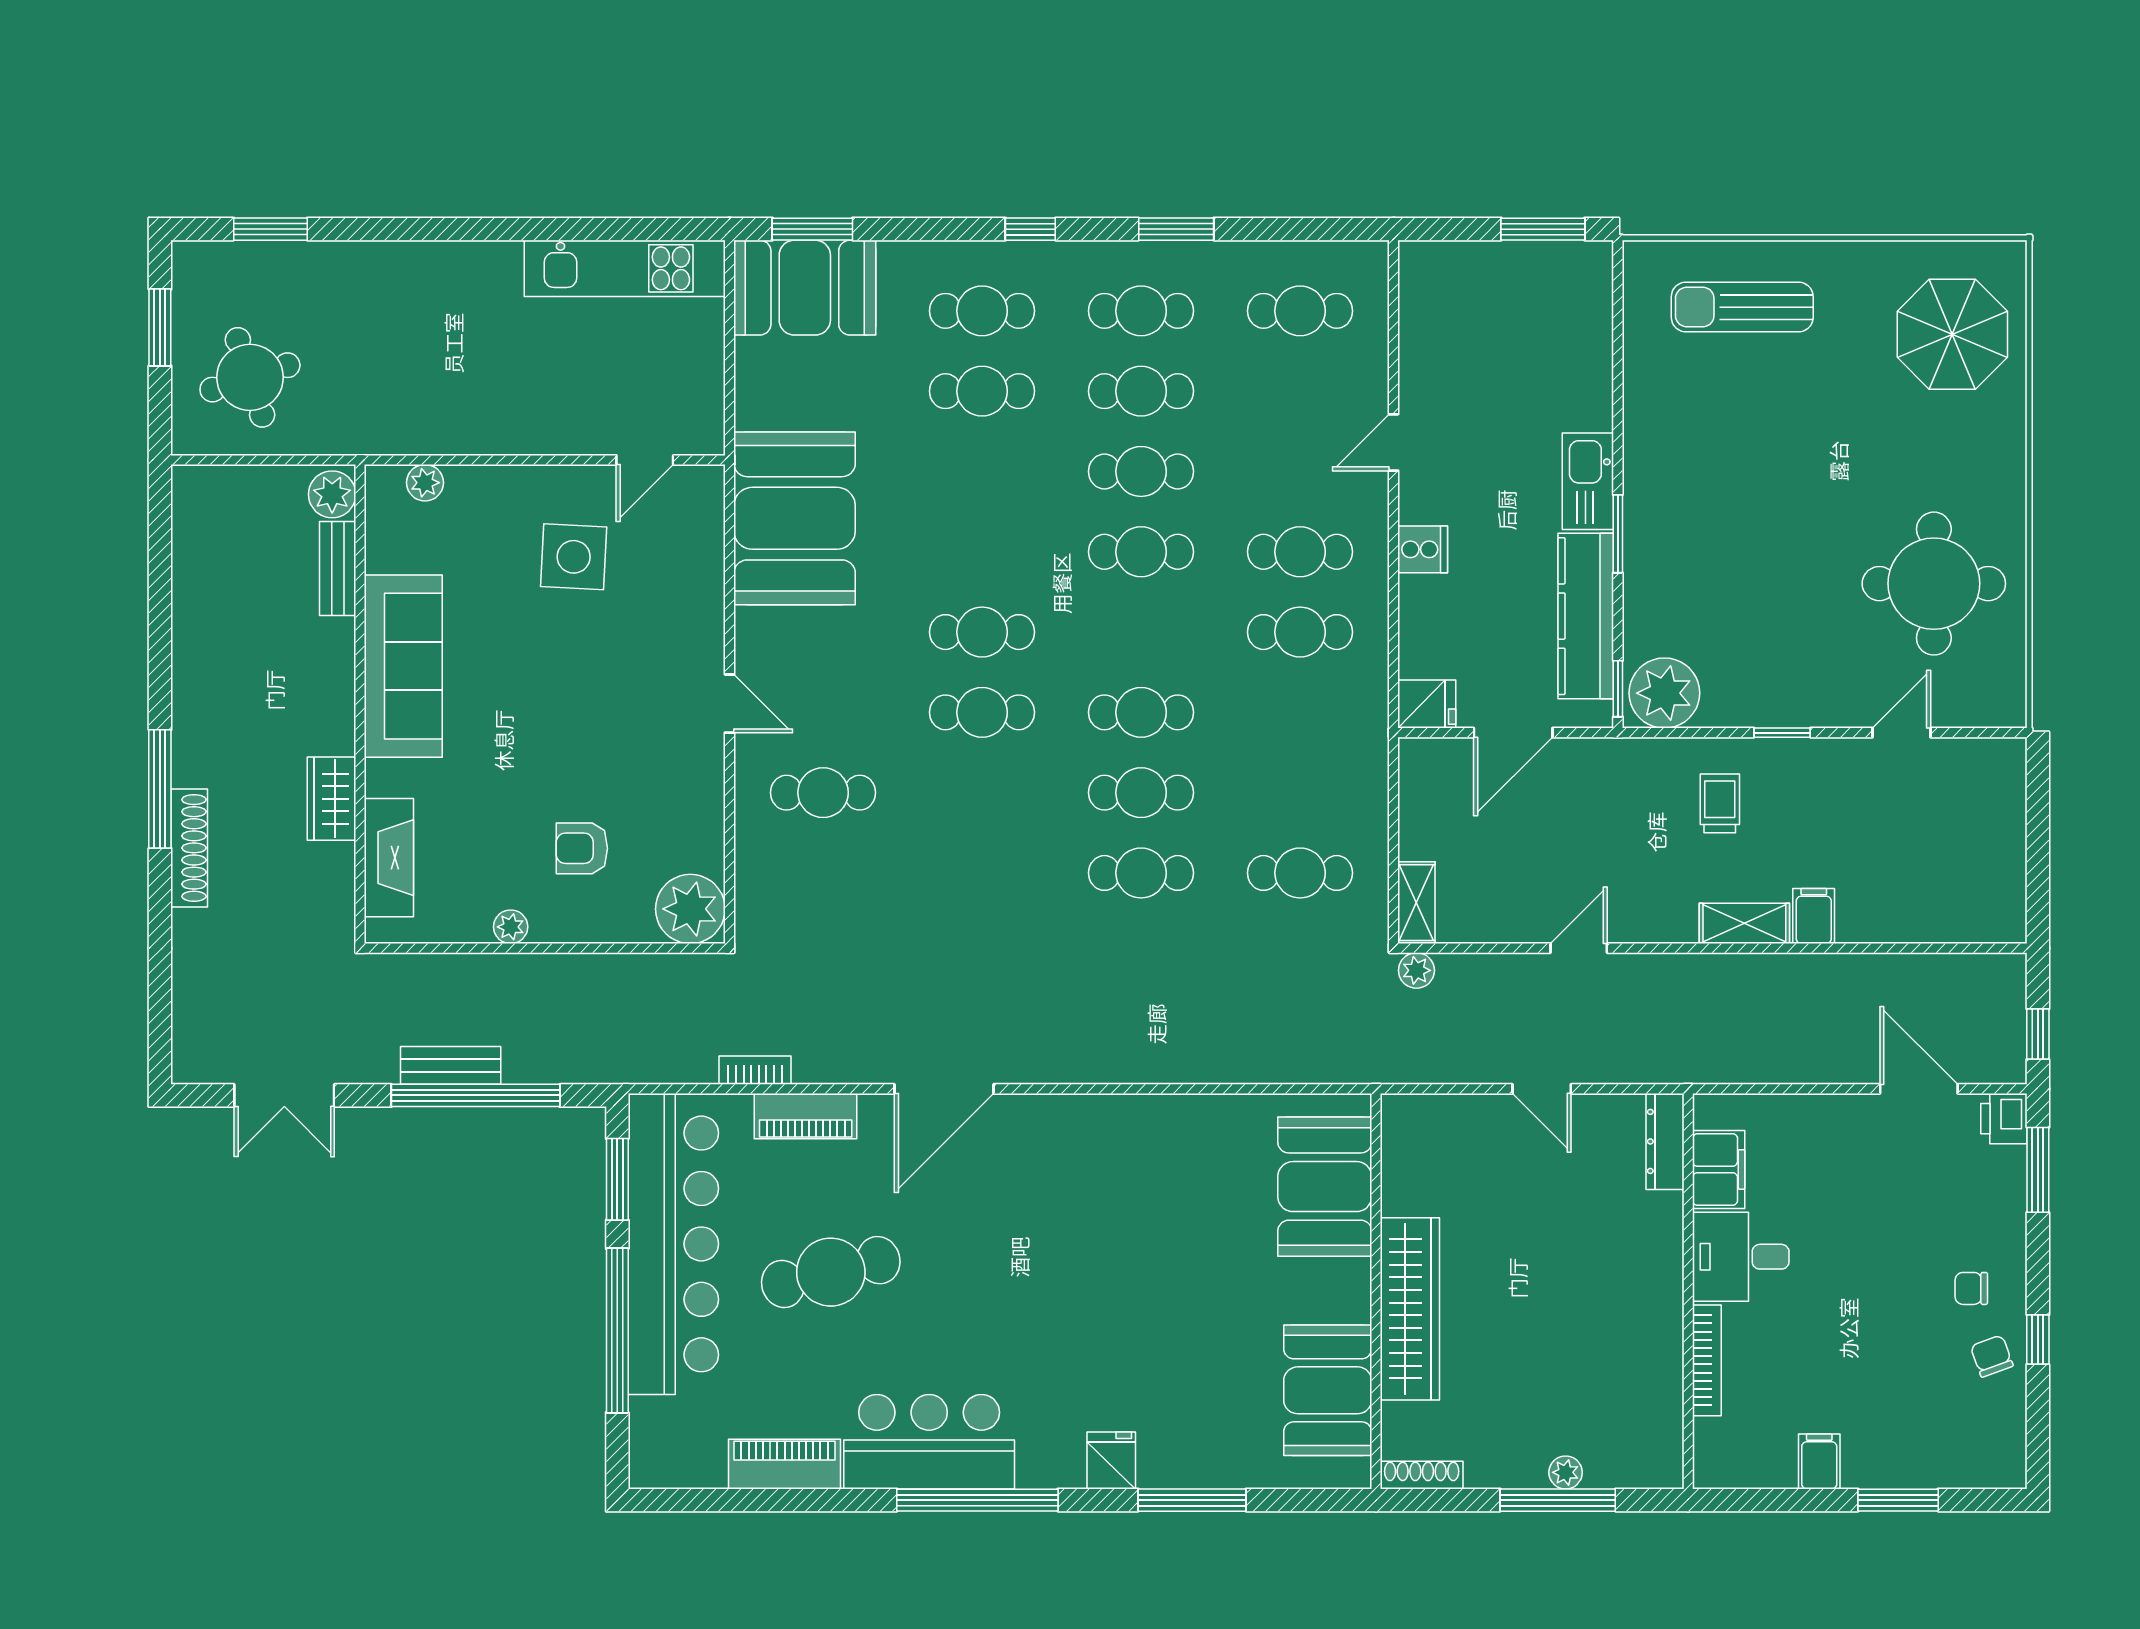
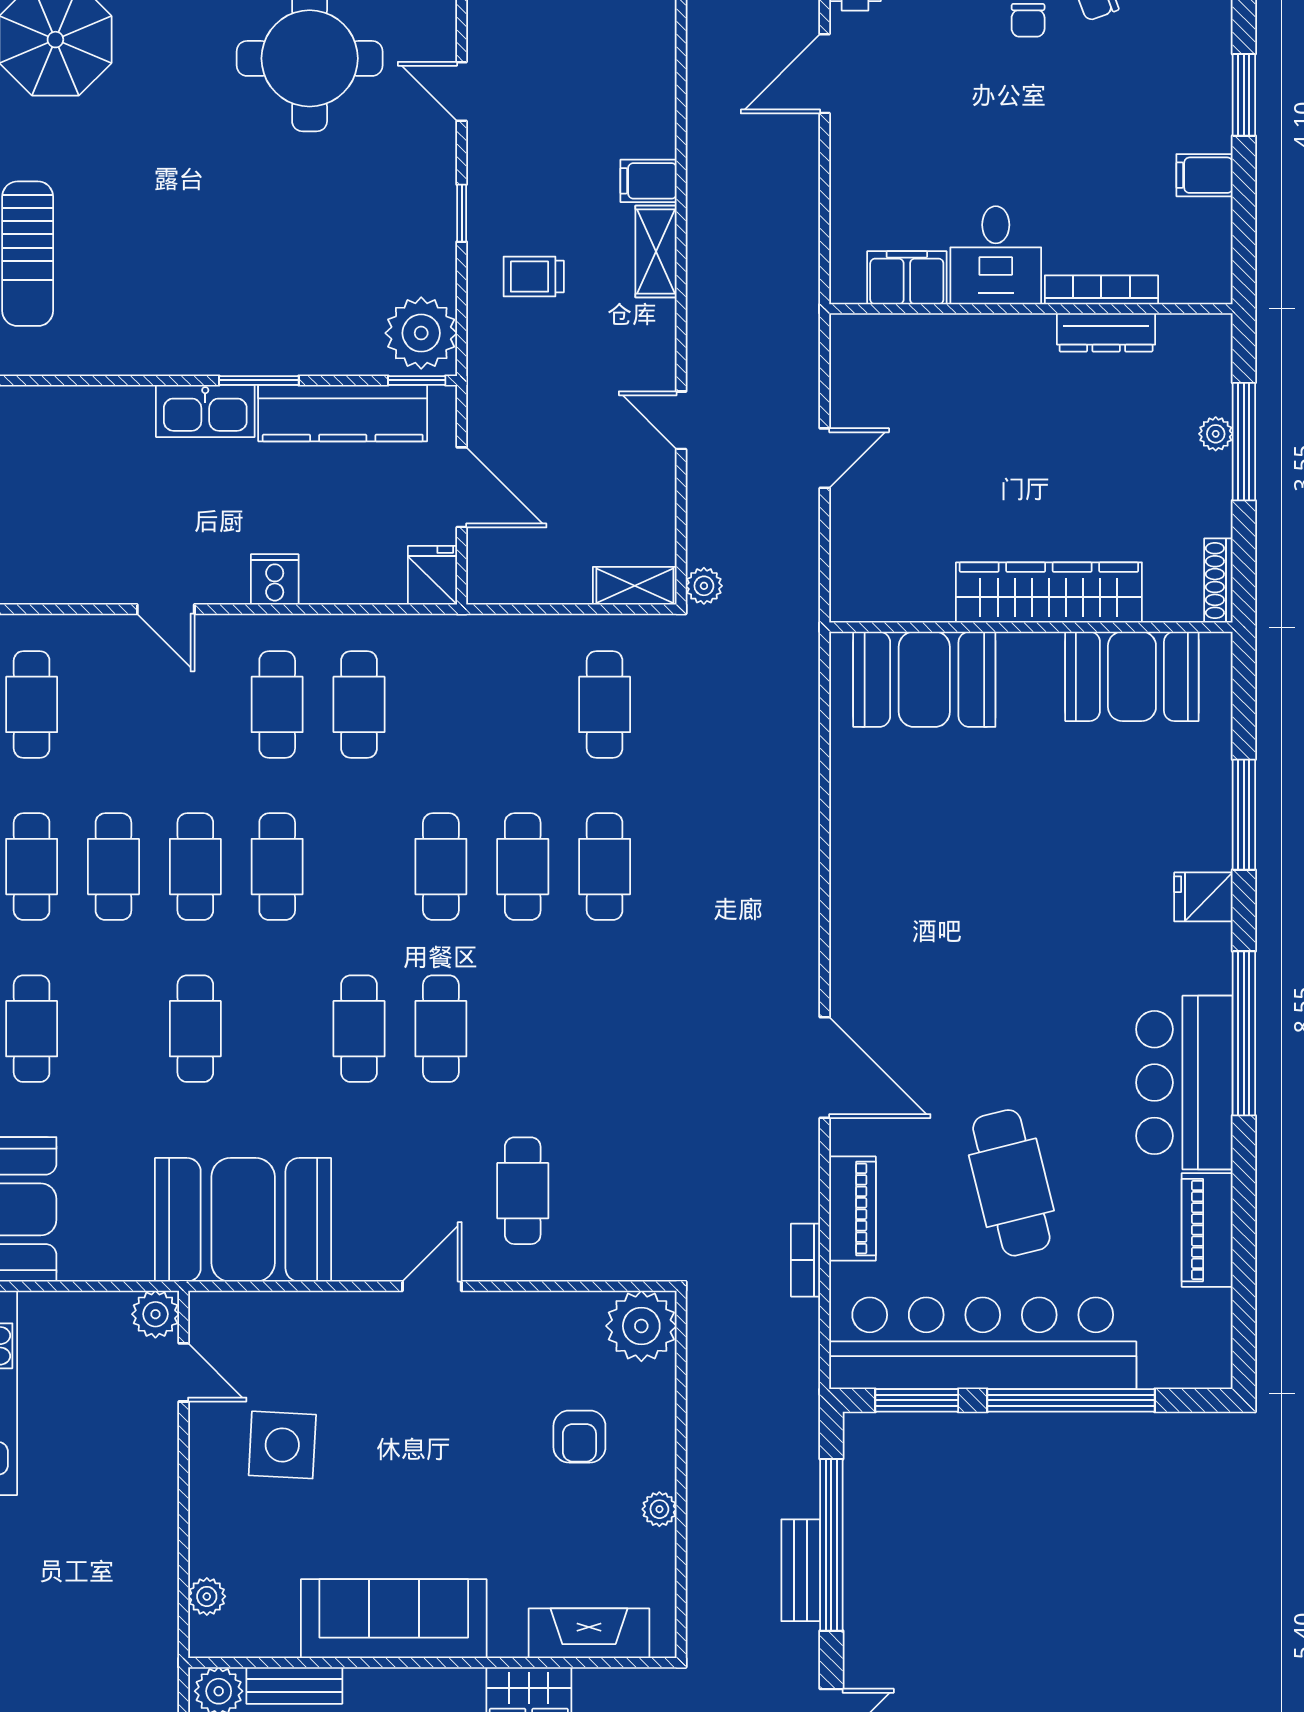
cafe table: (982, 391) -> (195, 1029), moved
plant: (702, 432) -> (155, 1314), added
dresser: (1665, 1141) -> (1106, 332), moved

